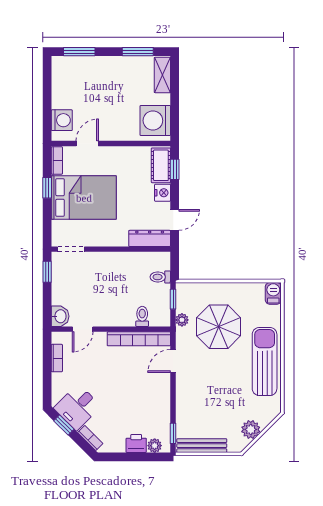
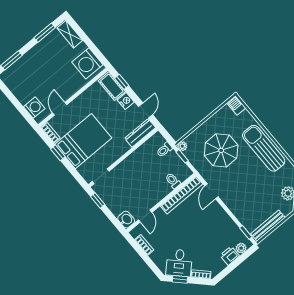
plant: (182, 320) -> (182, 146), moved

